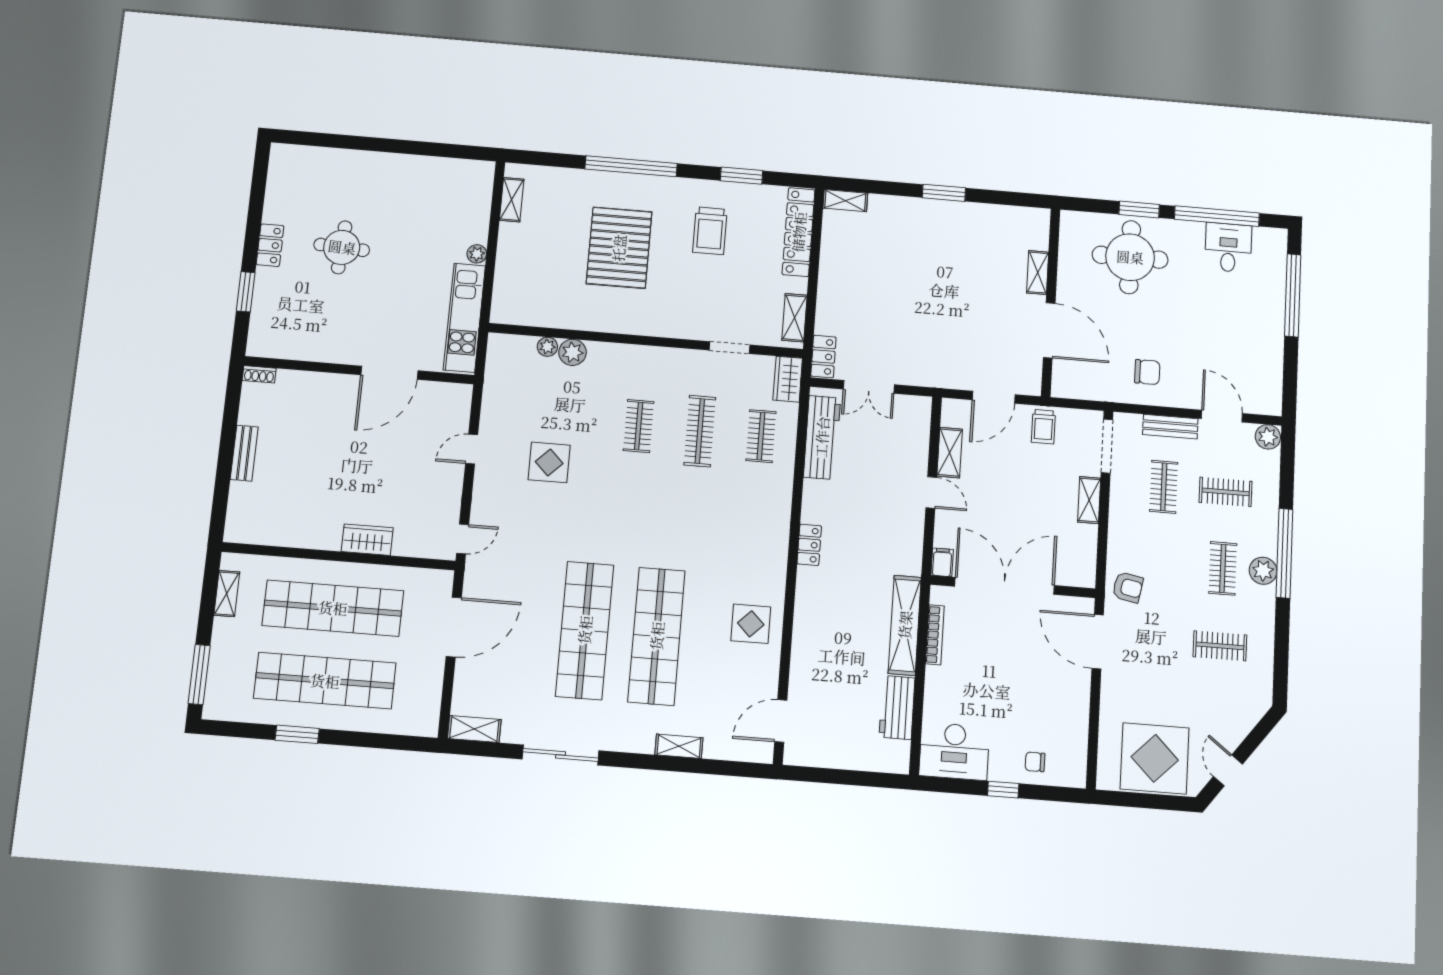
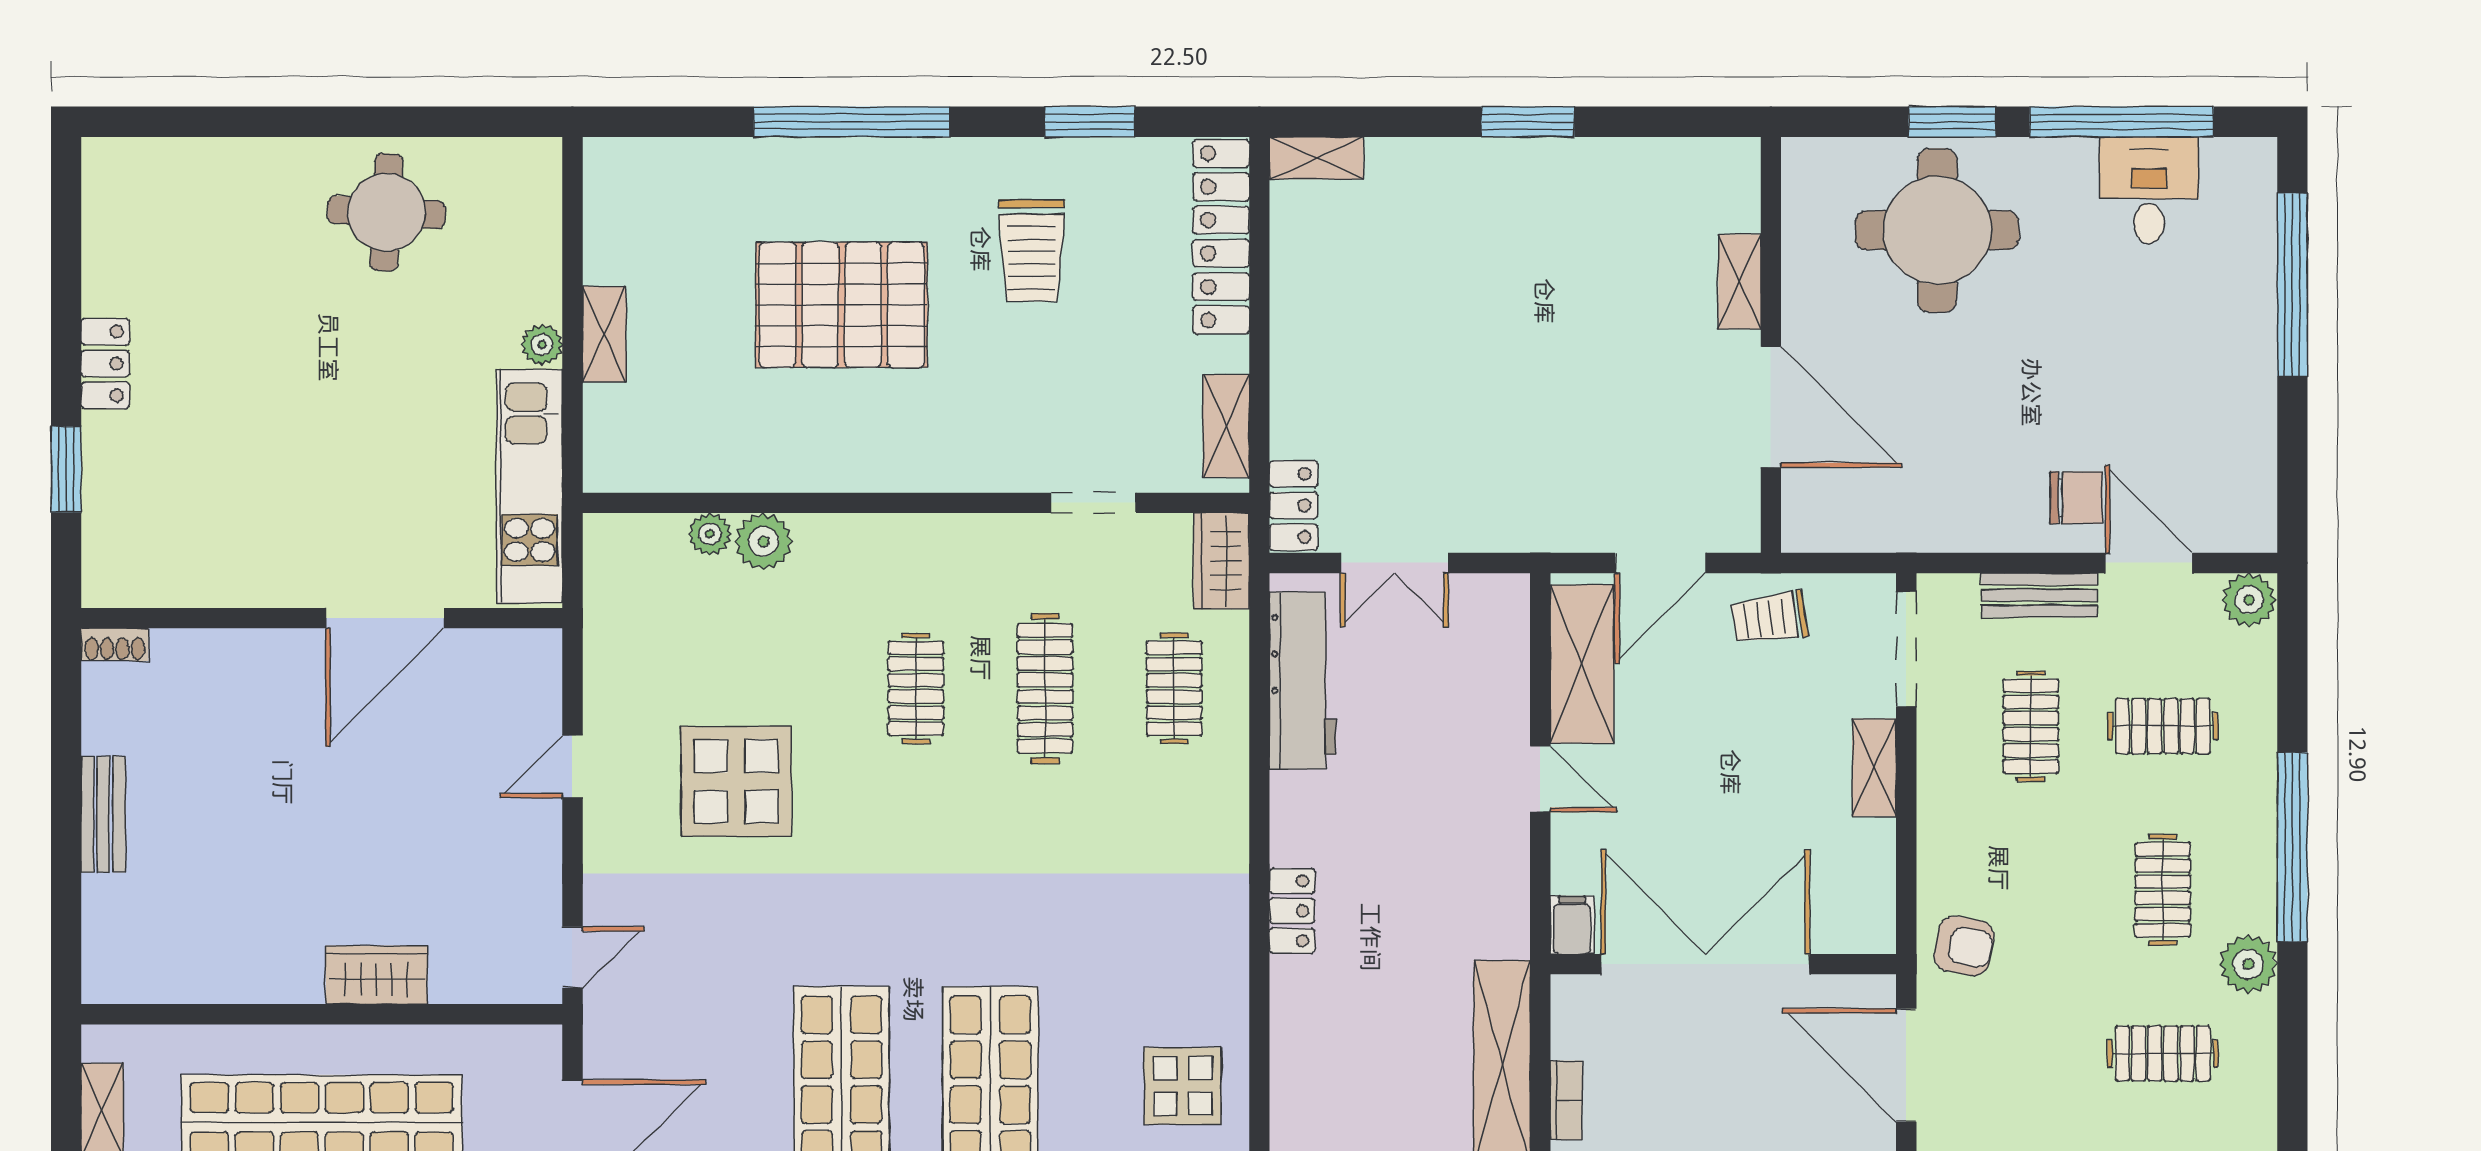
shelving: (512, 200) -> (604, 334), moved
round table: (342, 247) -> (386, 212), moved
pallet: (619, 248) -> (842, 305), turned 90
chair: (1147, 372) -> (2076, 498), moved
trolley: (1043, 427) -> (1769, 618), turned 82
shelving: (950, 453) -> (1582, 664), width x1.50, depth x1.33
display table: (549, 462) -> (736, 781), width x1.36, depth x1.36
plant: (1263, 571) -> (2248, 964), moved
bookcase: (935, 635) -> (1566, 1100), width x0.64

